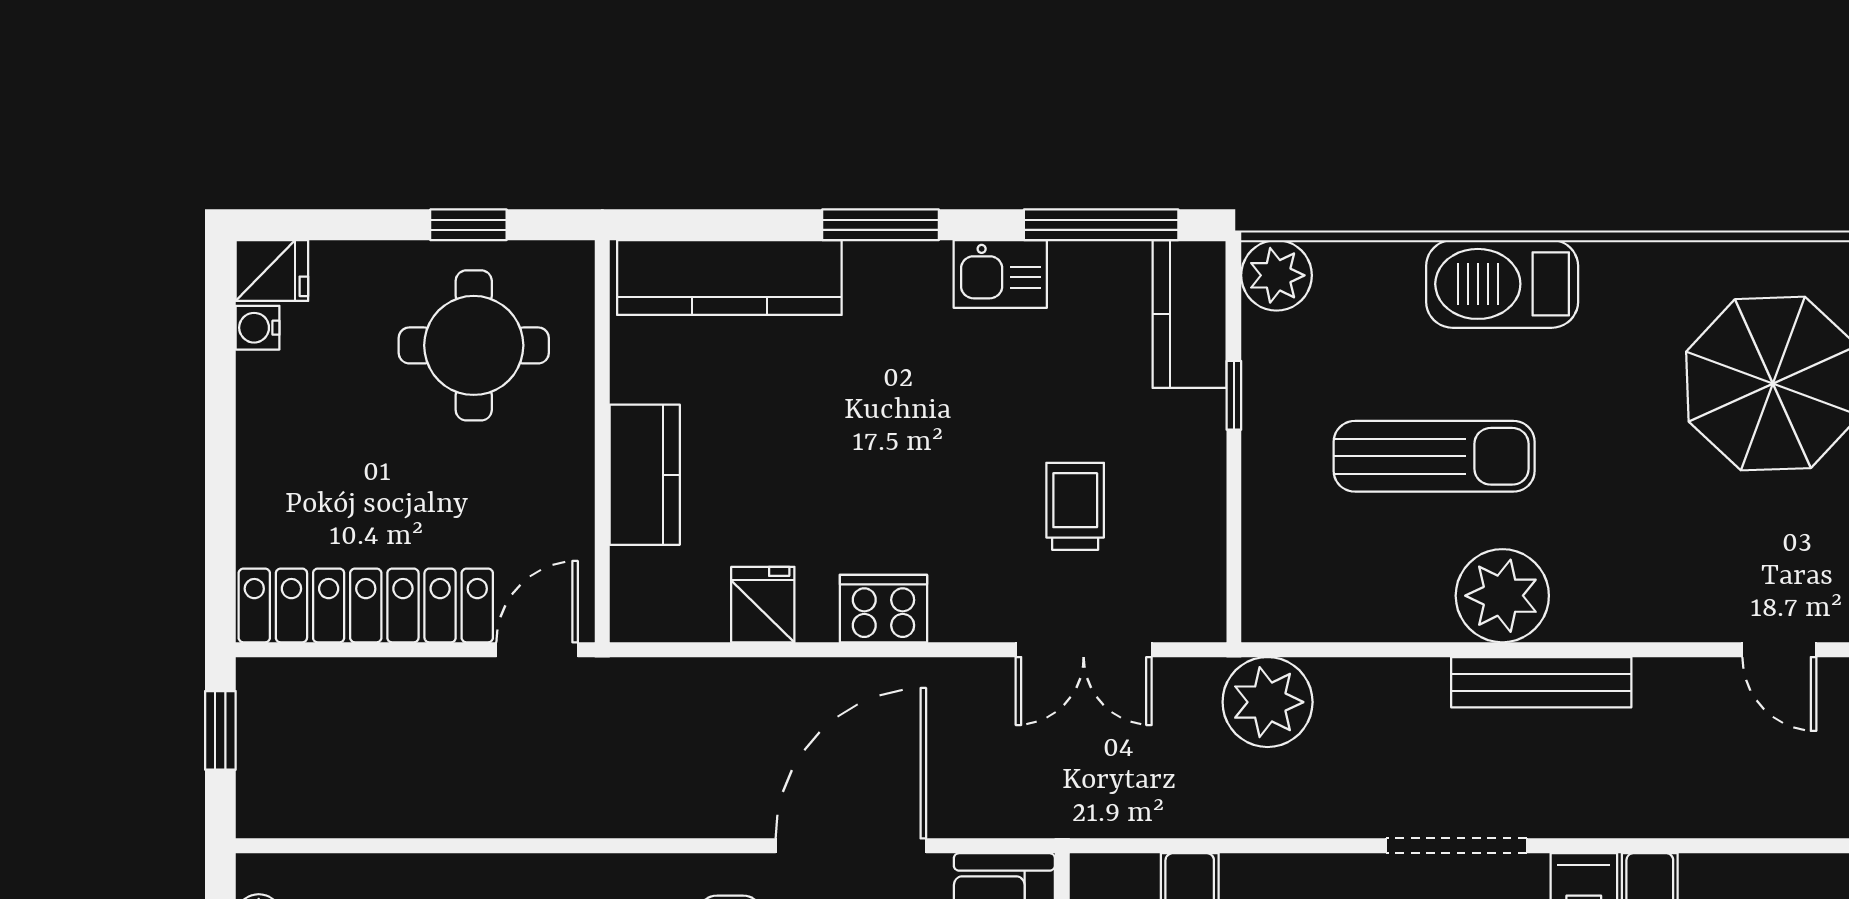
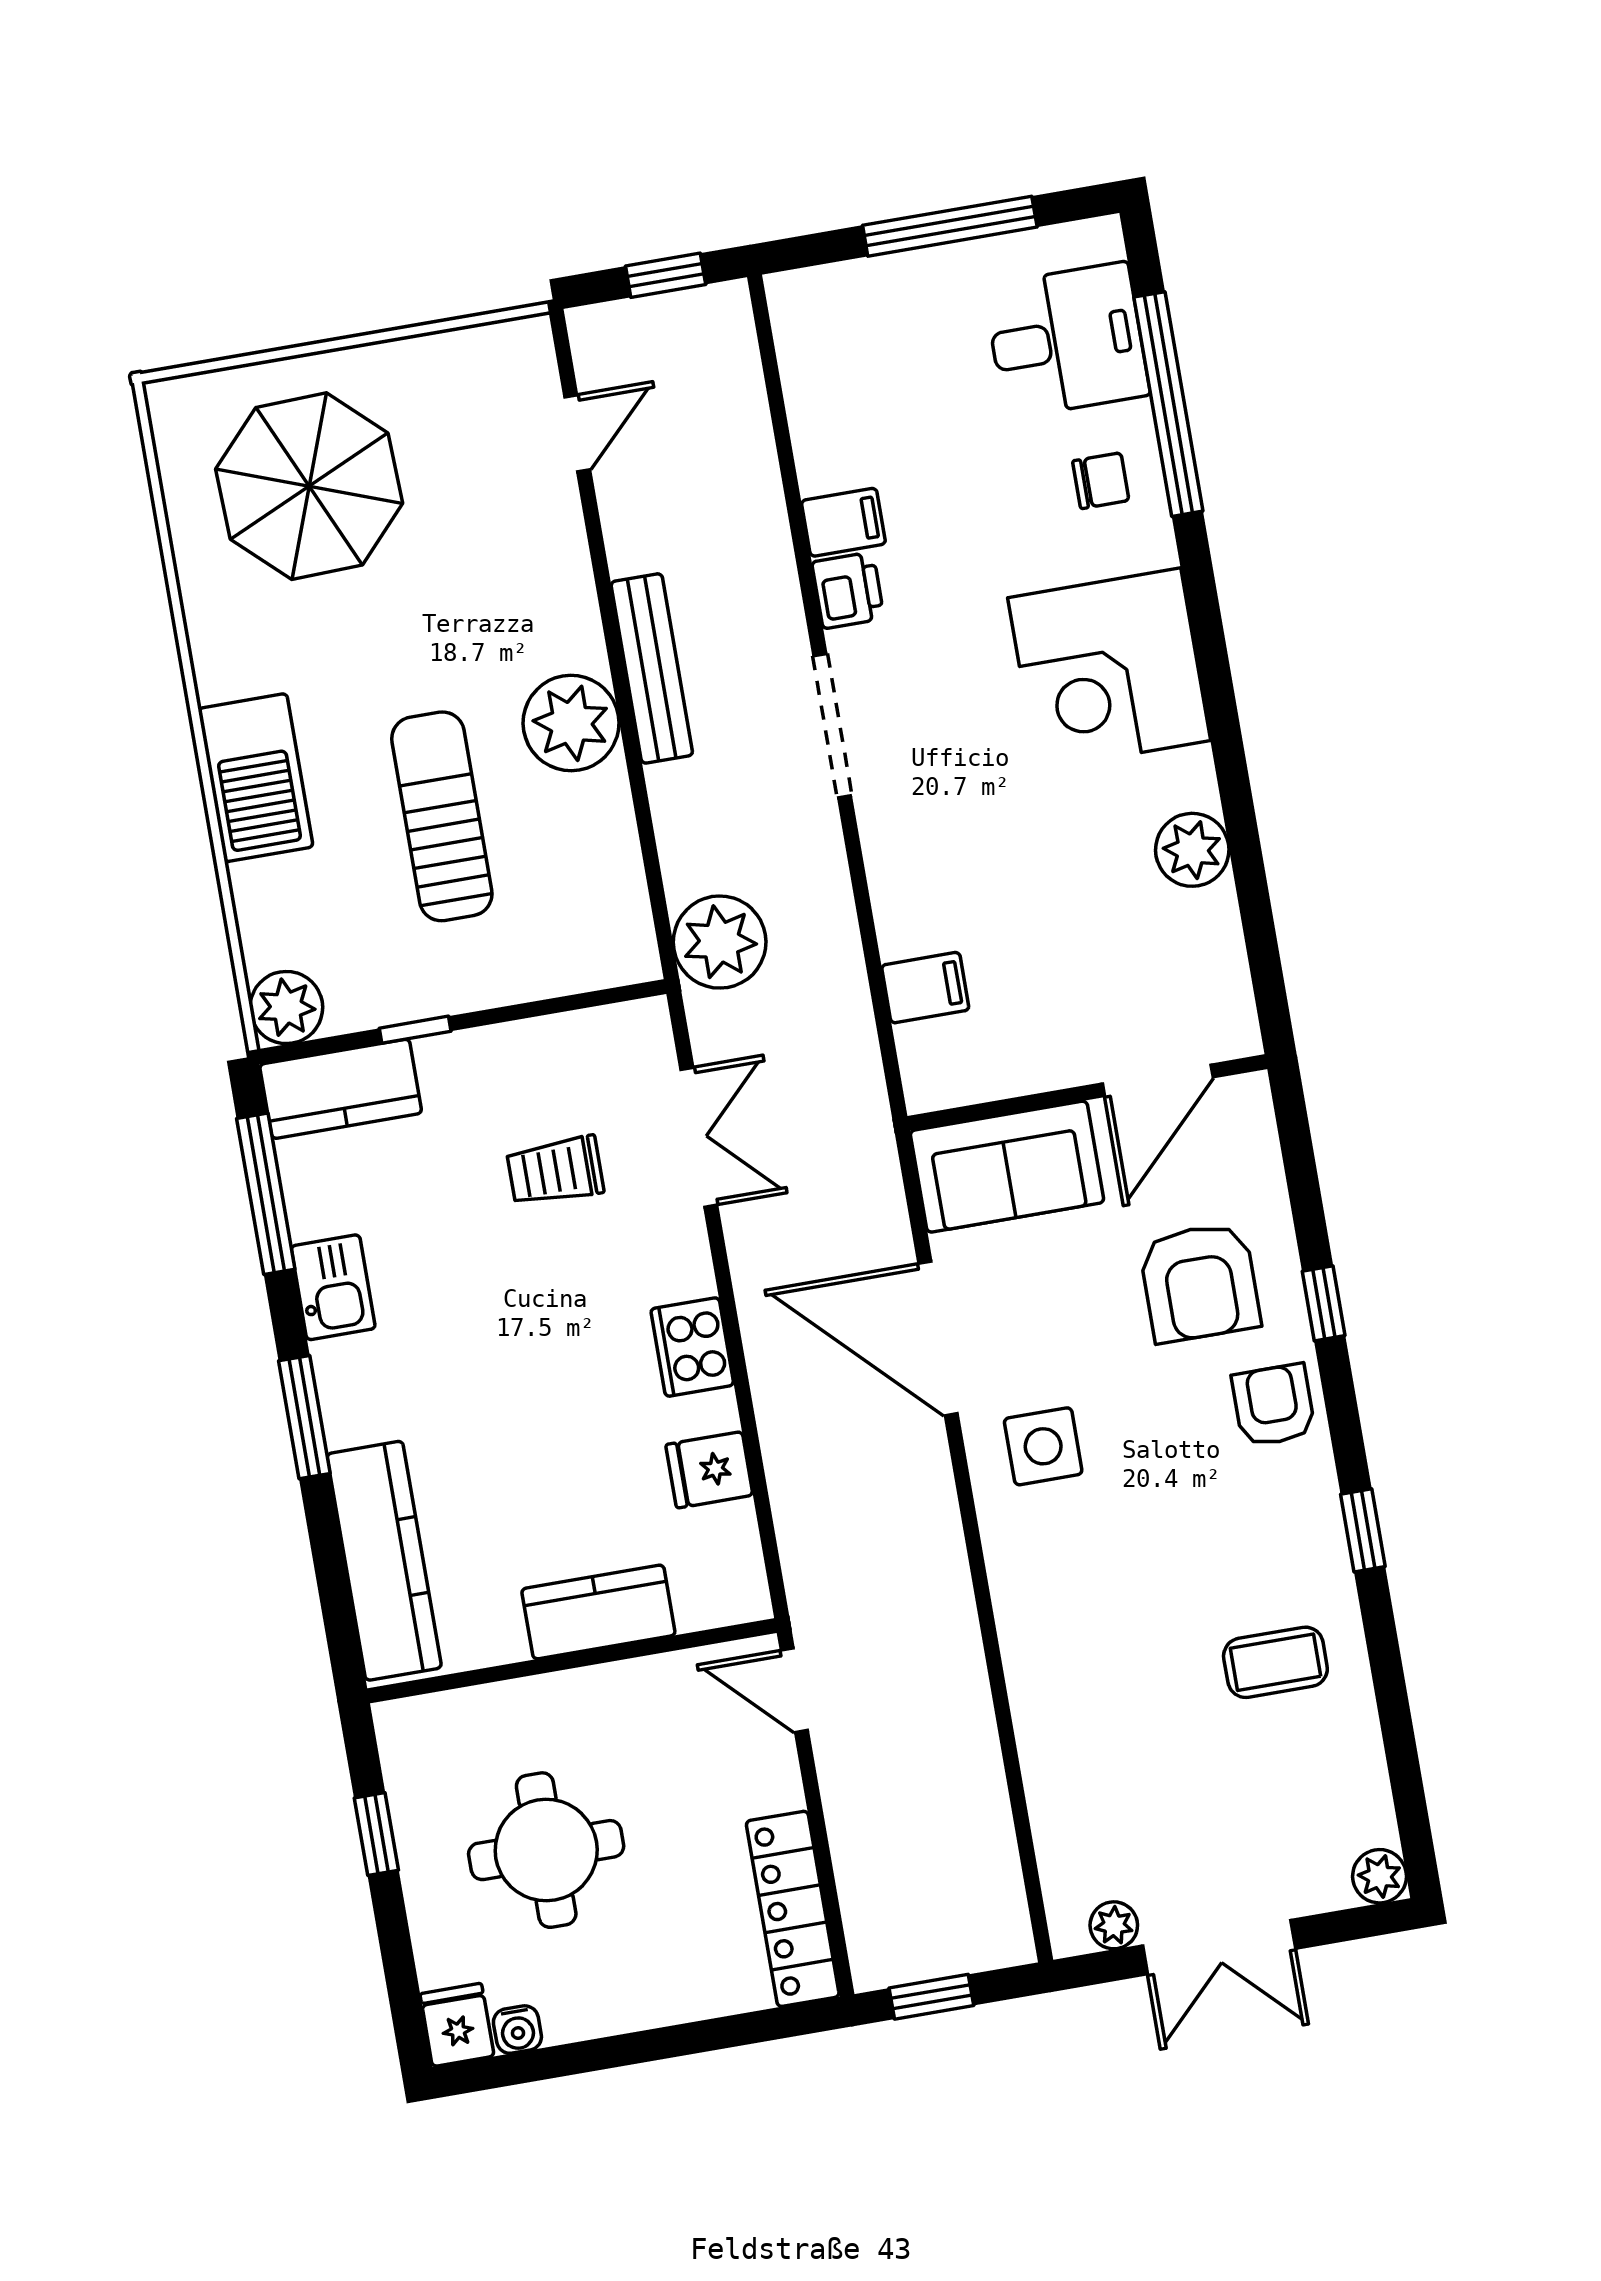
round table: (474, 345) -> (546, 1850), moved
locker: (366, 605) -> (793, 1909), width x0.71, depth x0.83

